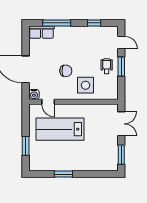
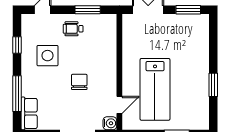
window: (121, 67) -> (88, 10), moved
side table: (86, 85) -> (48, 56), moved

